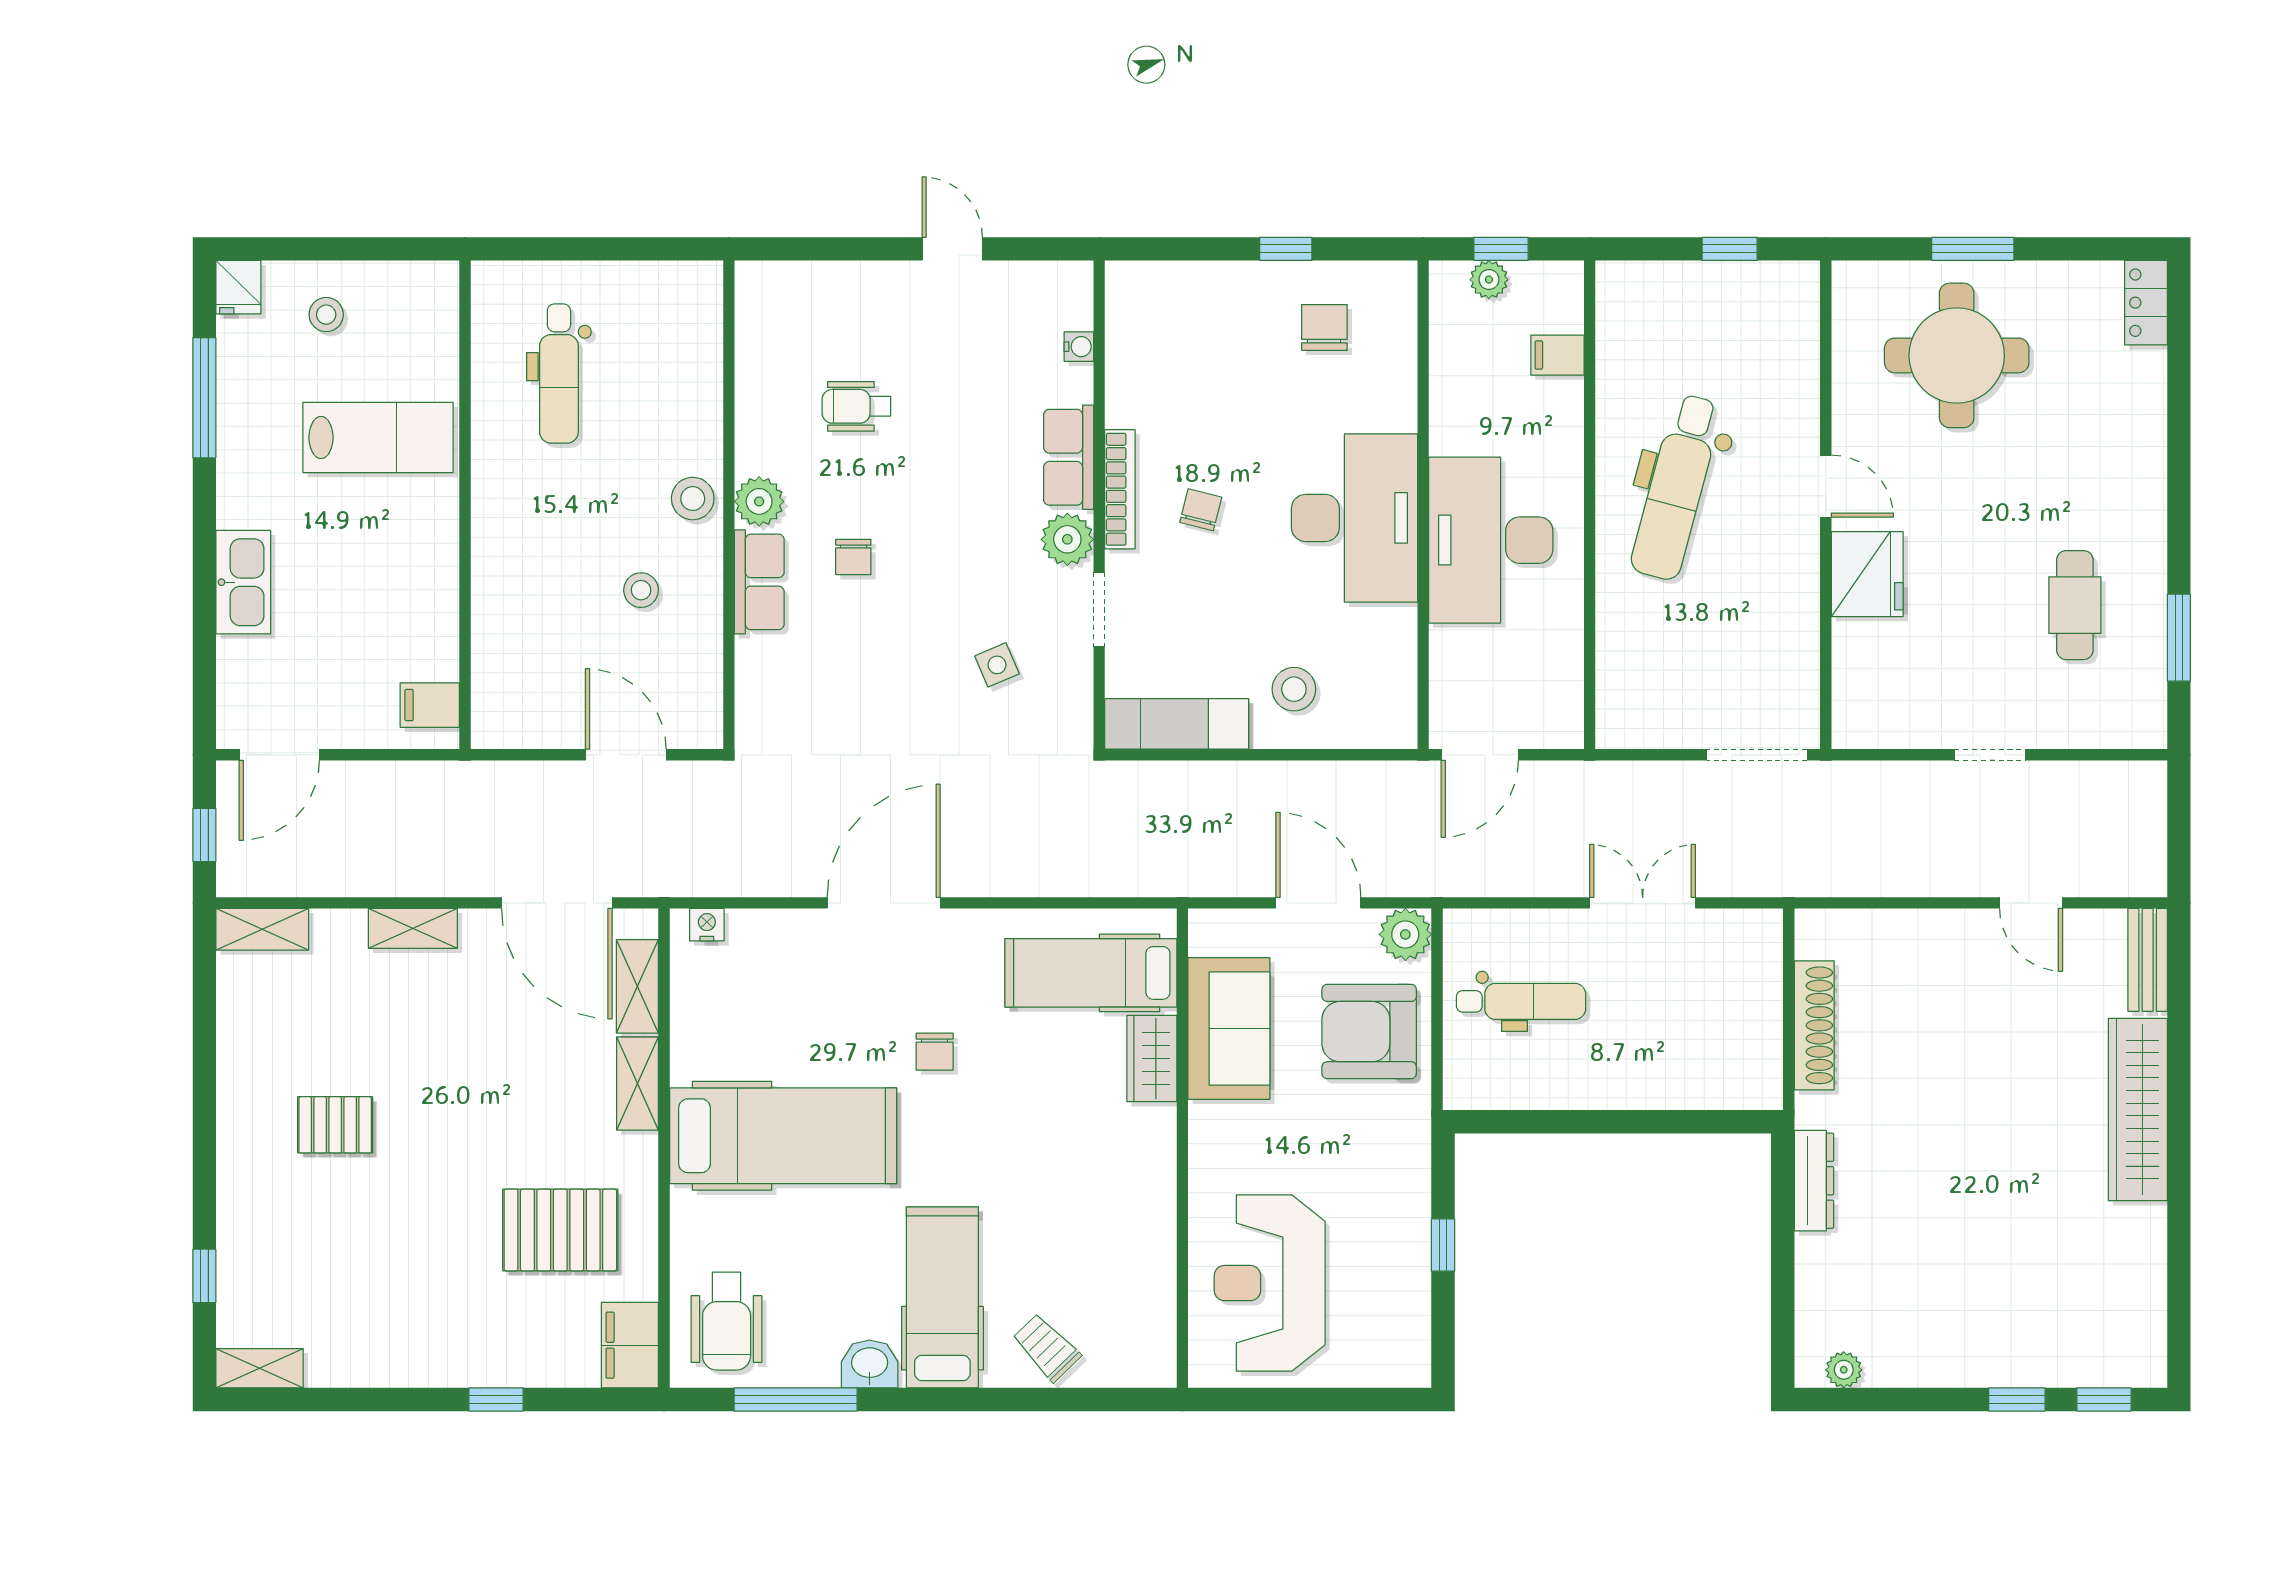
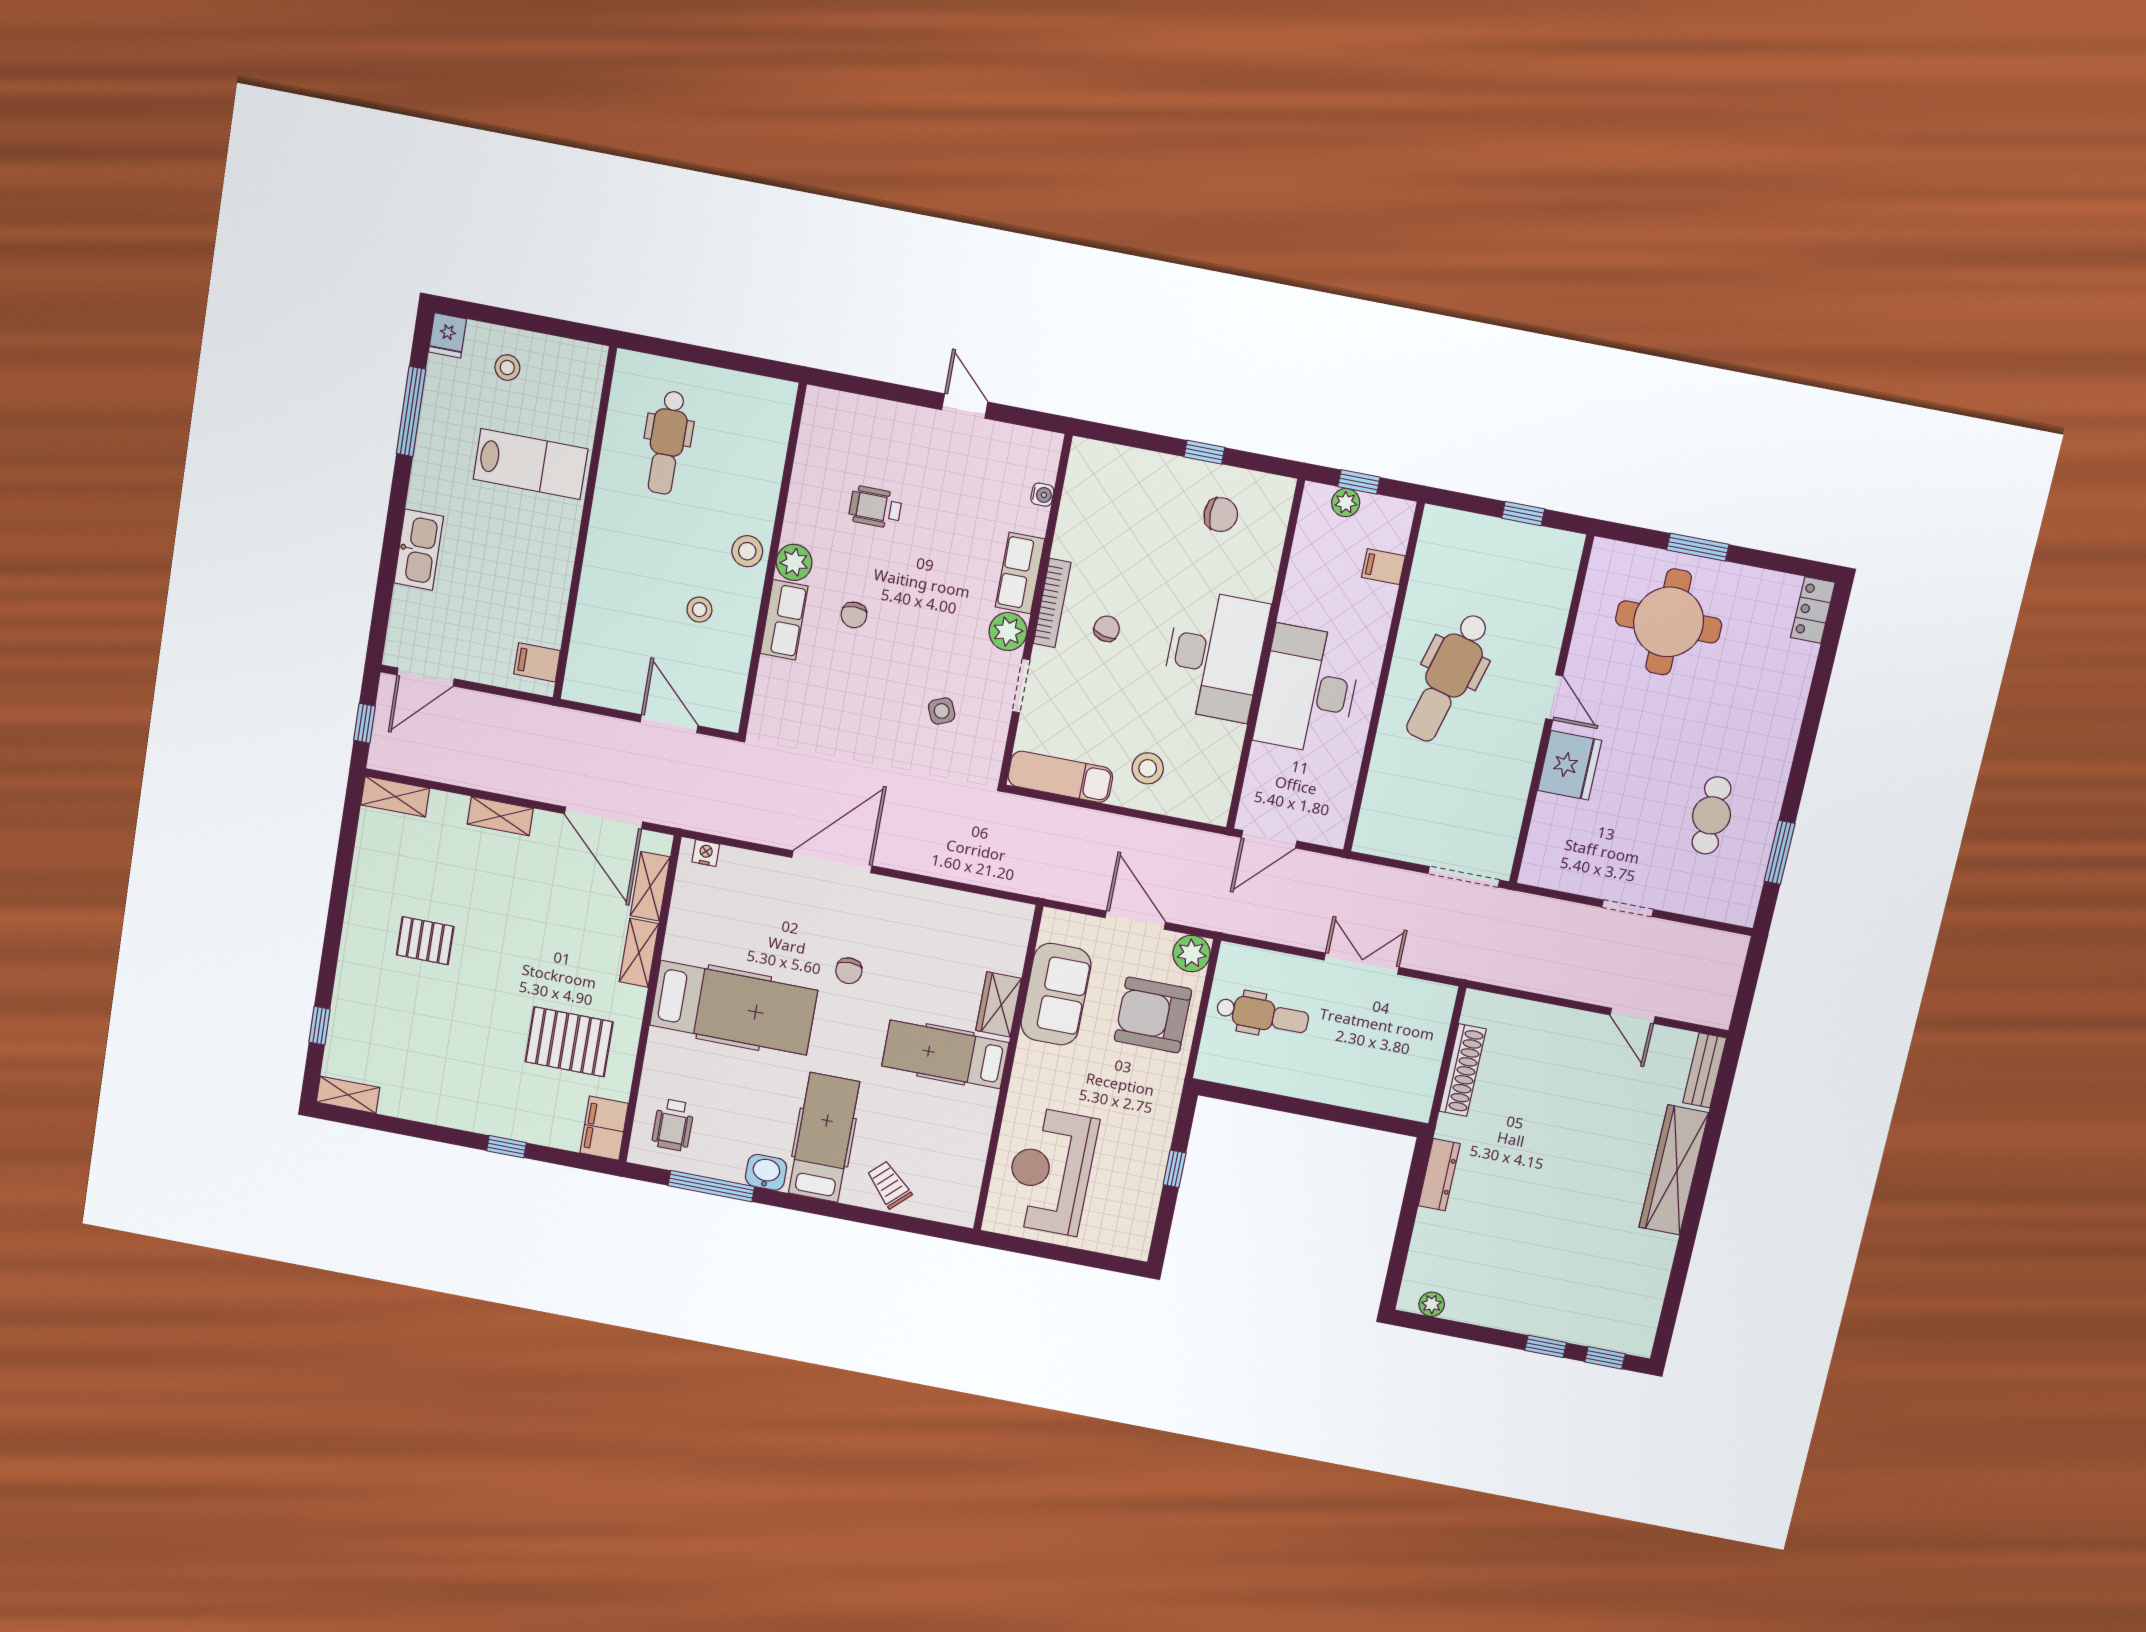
chair: (1324, 327) -> (1221, 515), turned 90
hospital bed: (1091, 973) -> (945, 1054), moved
wheelchair: (727, 1321) -> (673, 1125), width x0.73, depth x0.73

